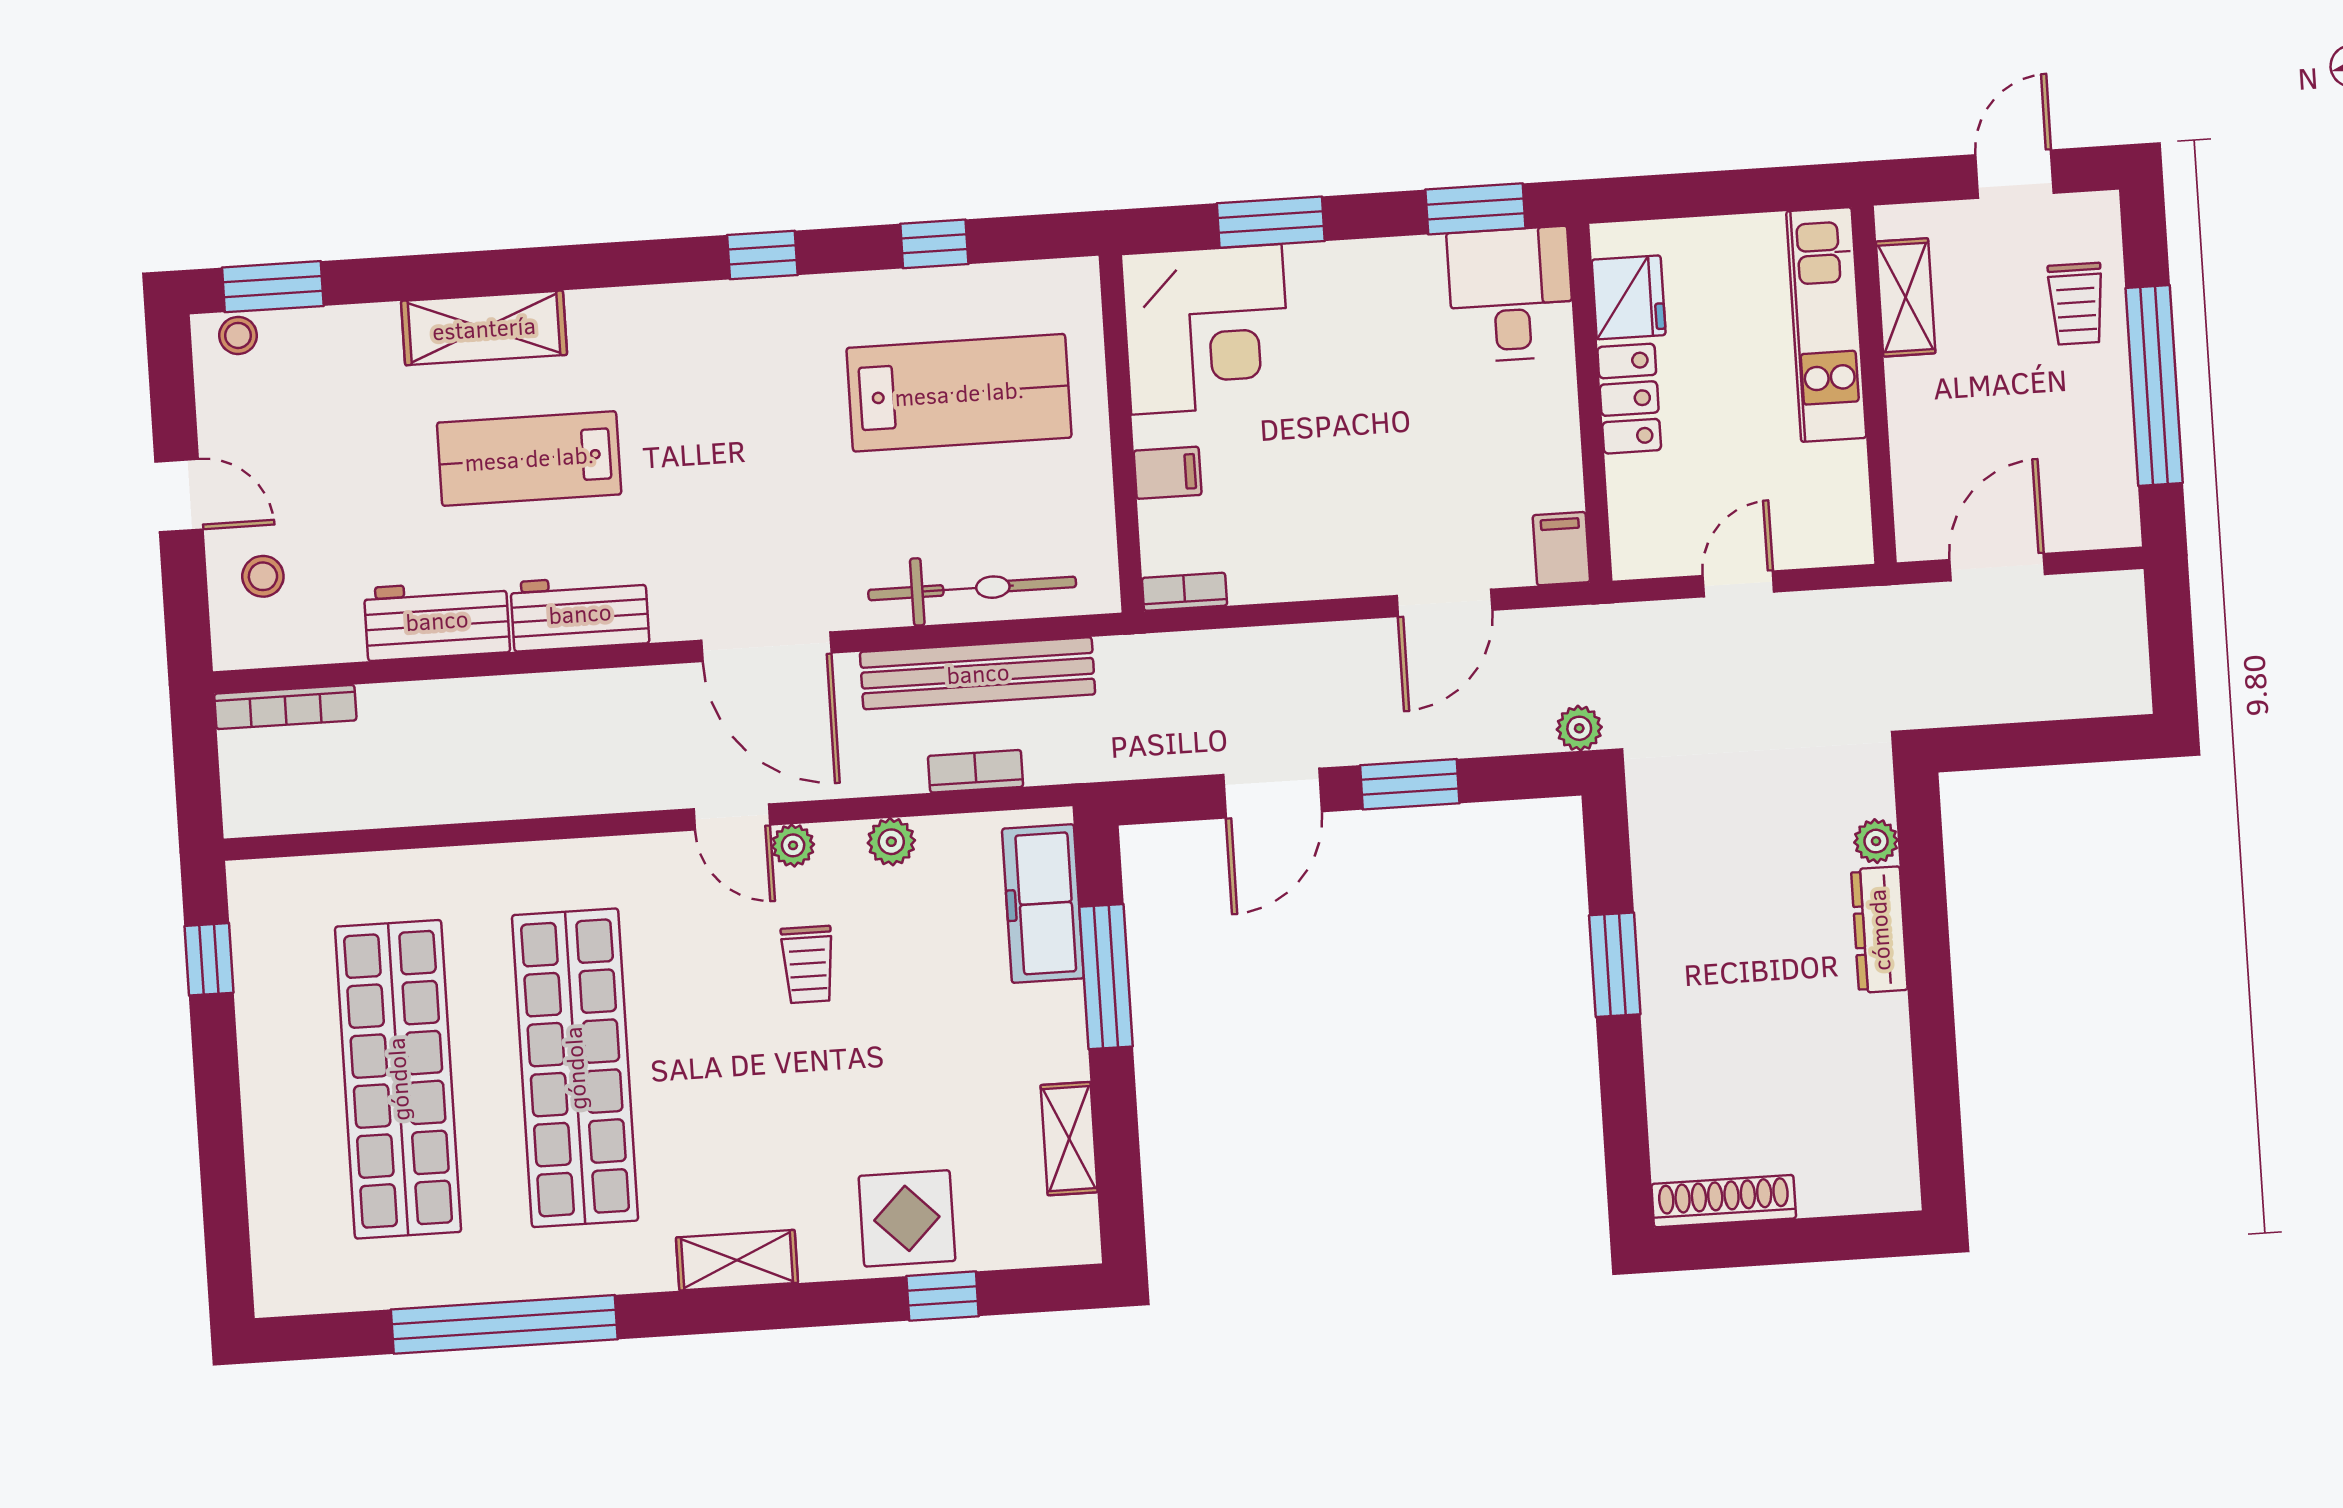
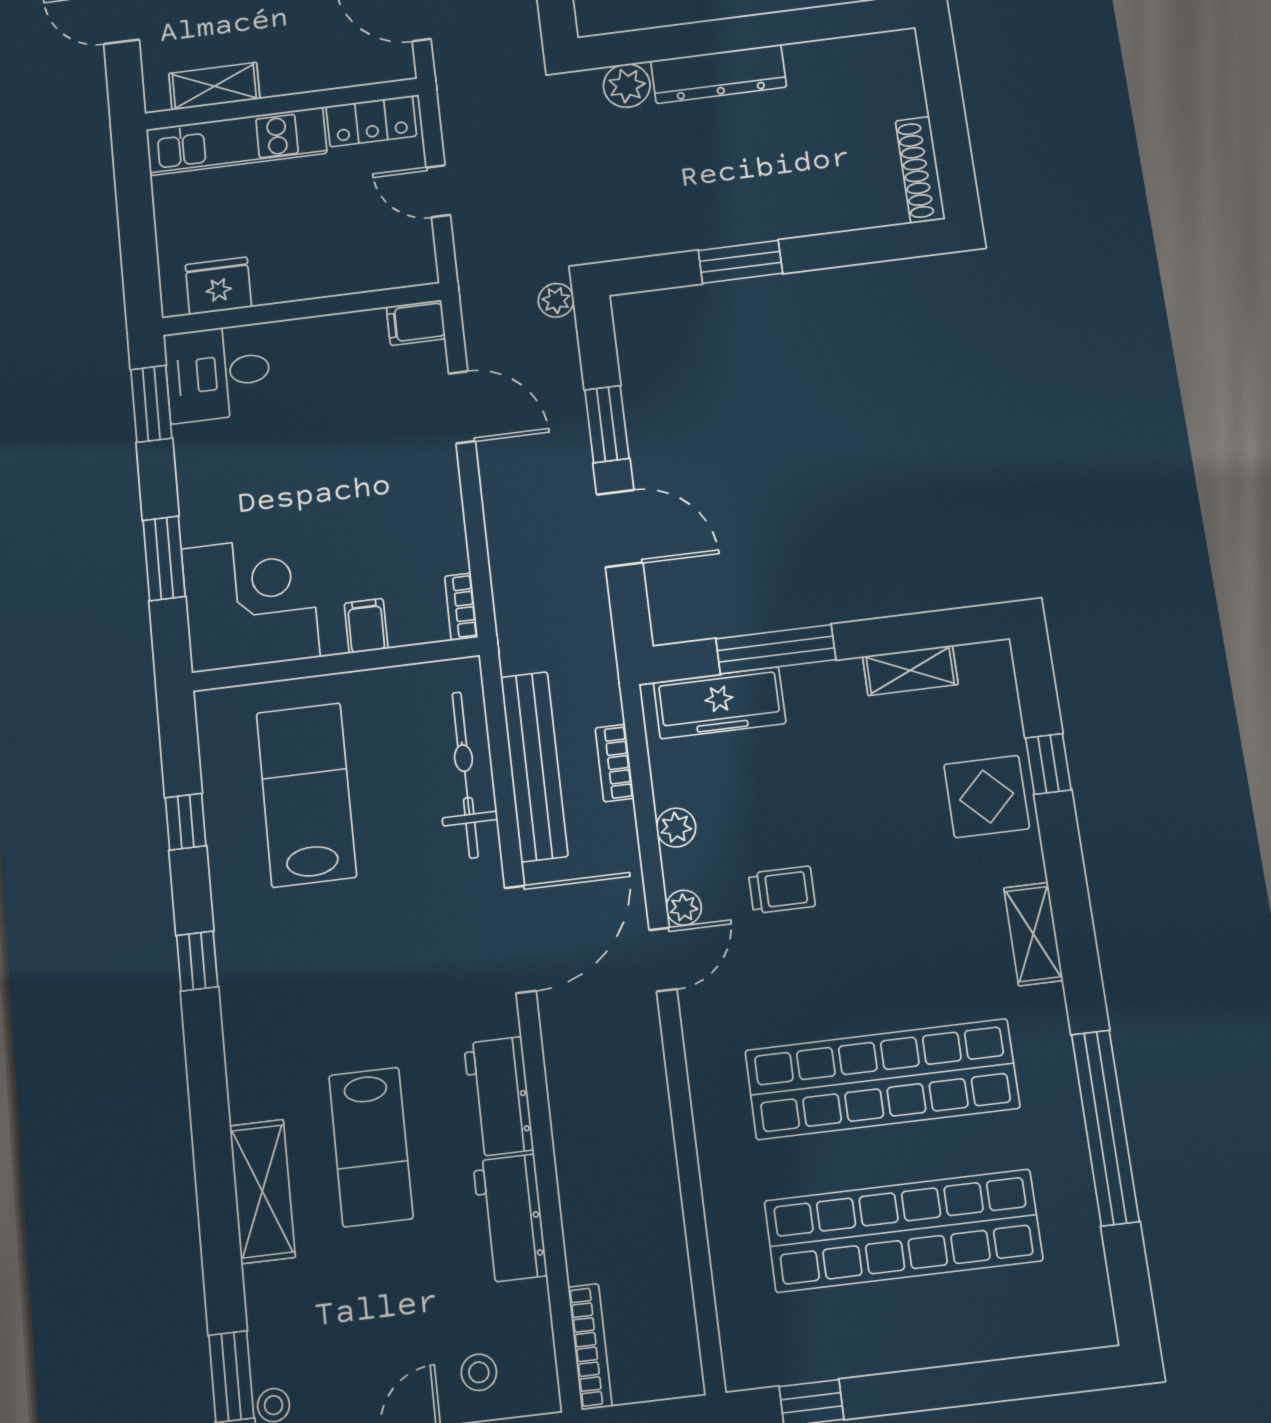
locker: (1629, 399) -> (371, 121), moved, turned 180
plant: (1876, 841) -> (627, 86), width x1.38, depth x1.38
dresser: (1879, 930) -> (719, 74), width x1.37, depth x1.24

